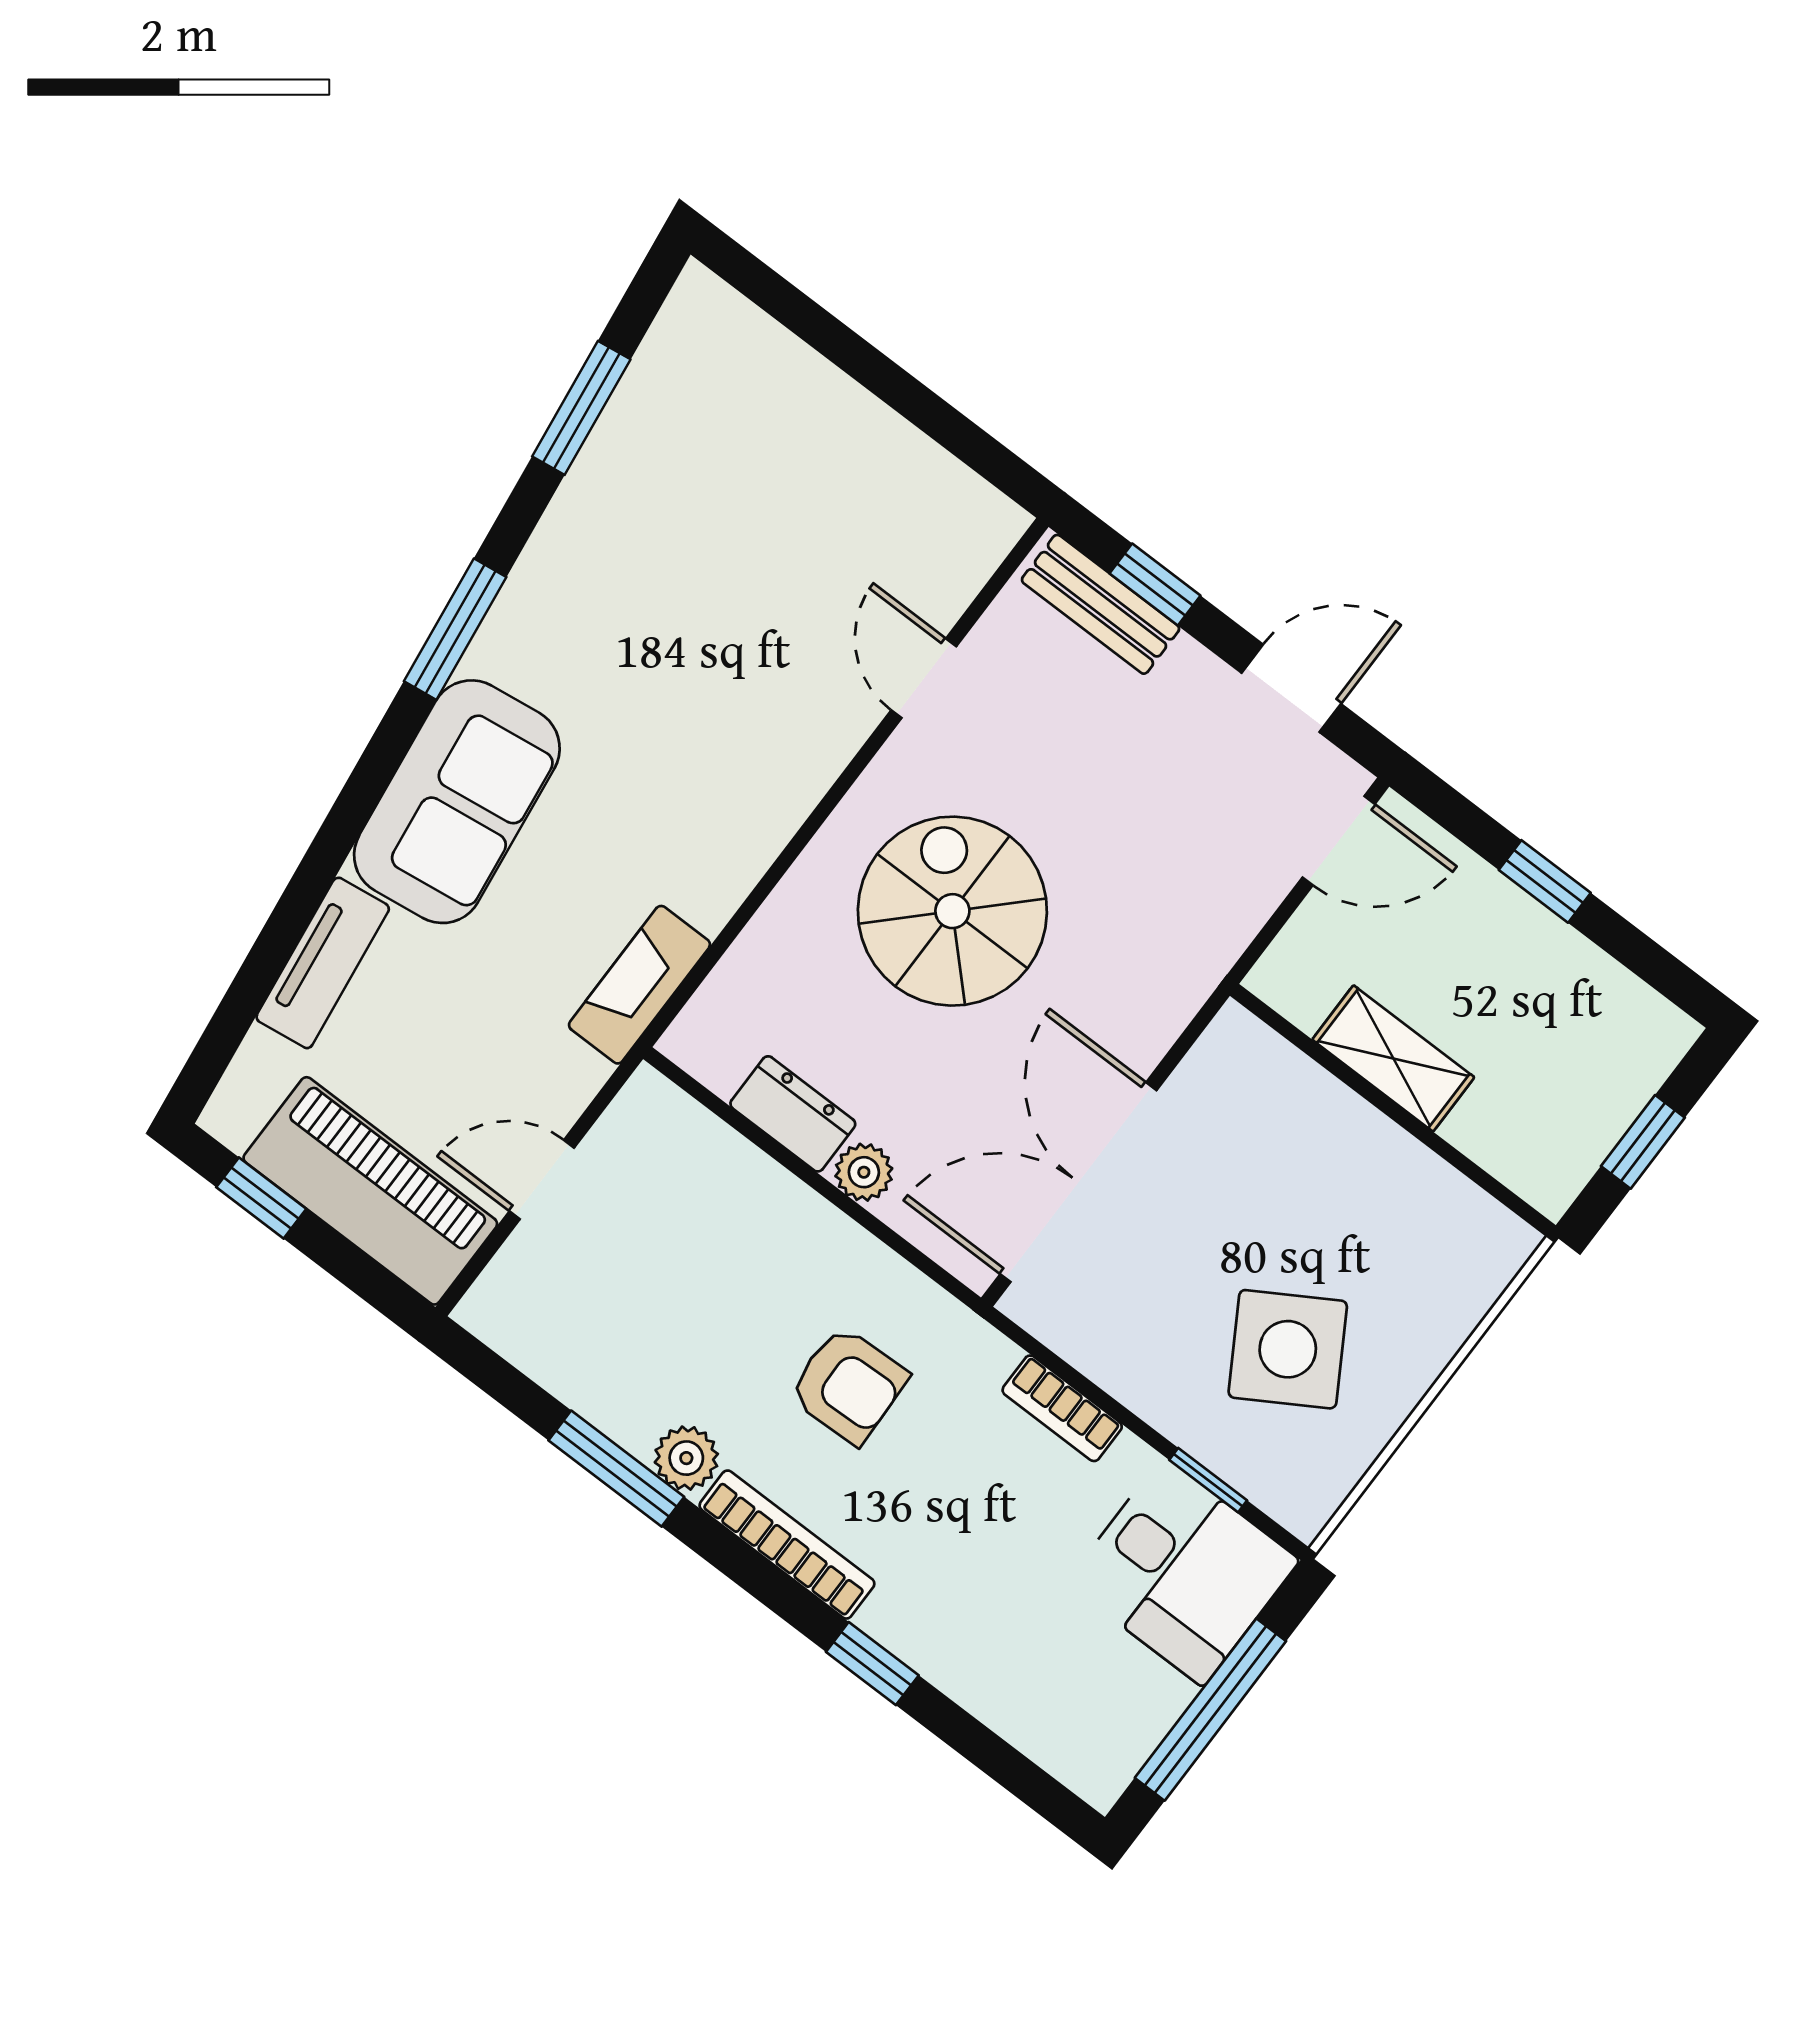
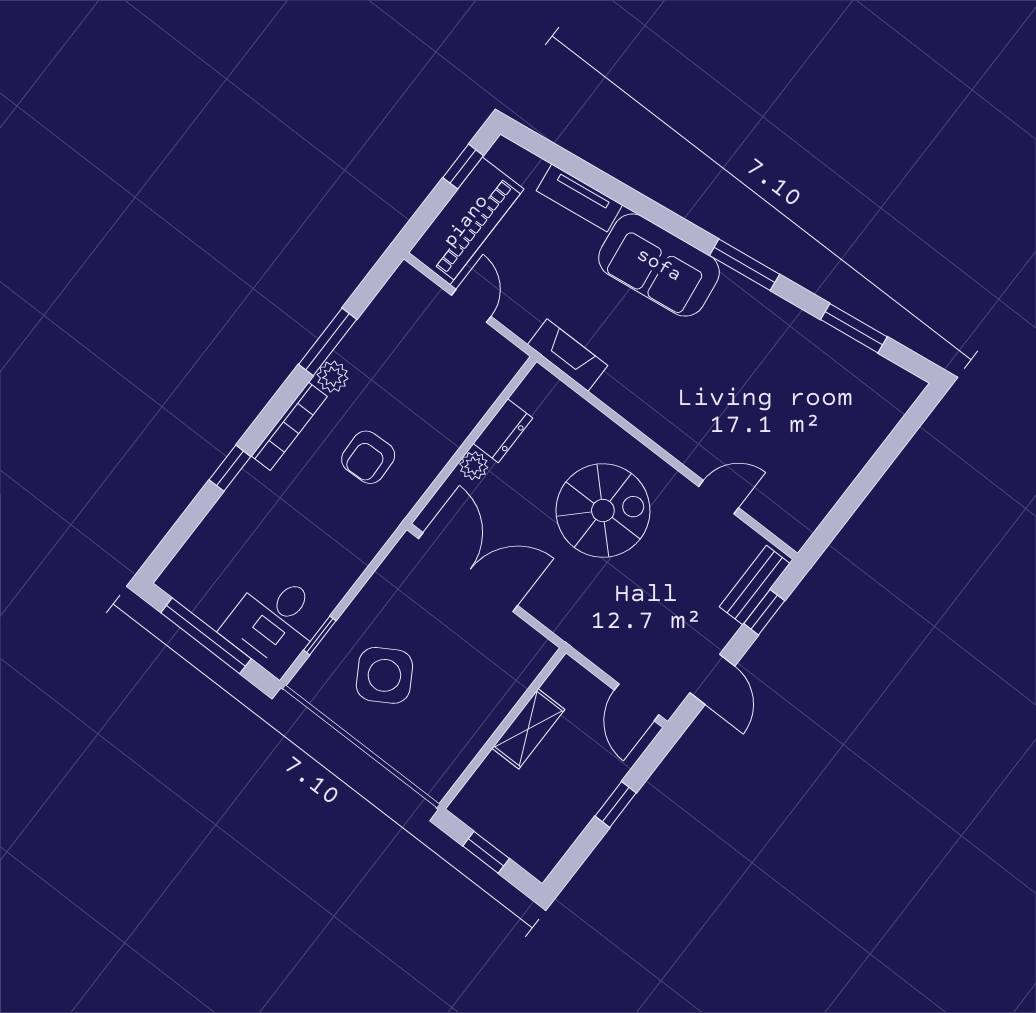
bookcase: (1062, 1408) -> (356, 563), removed

